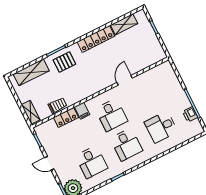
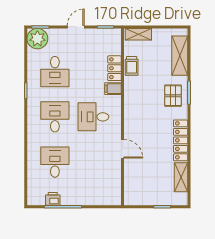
desk: (126, 145) -> (55, 117), turned 90
desk: (92, 162) -> (55, 72), turned -90

